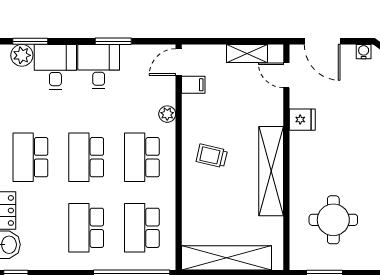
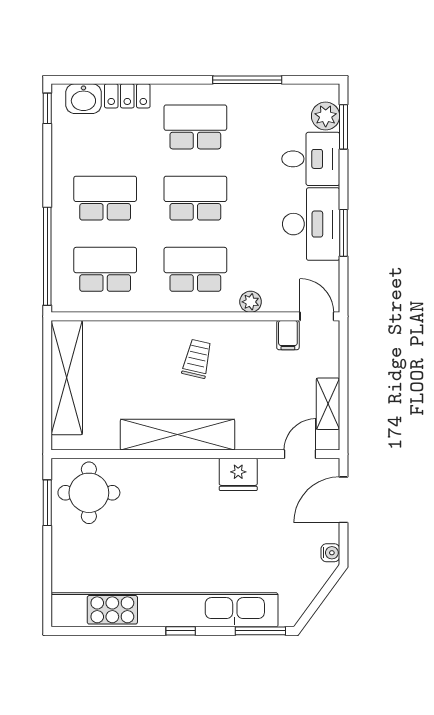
desk: (99, 67) -> (311, 224), width x1.37
fridge: (302, 120) -> (238, 474), width x1.38
round table: (333, 220) -> (89, 493), moved

